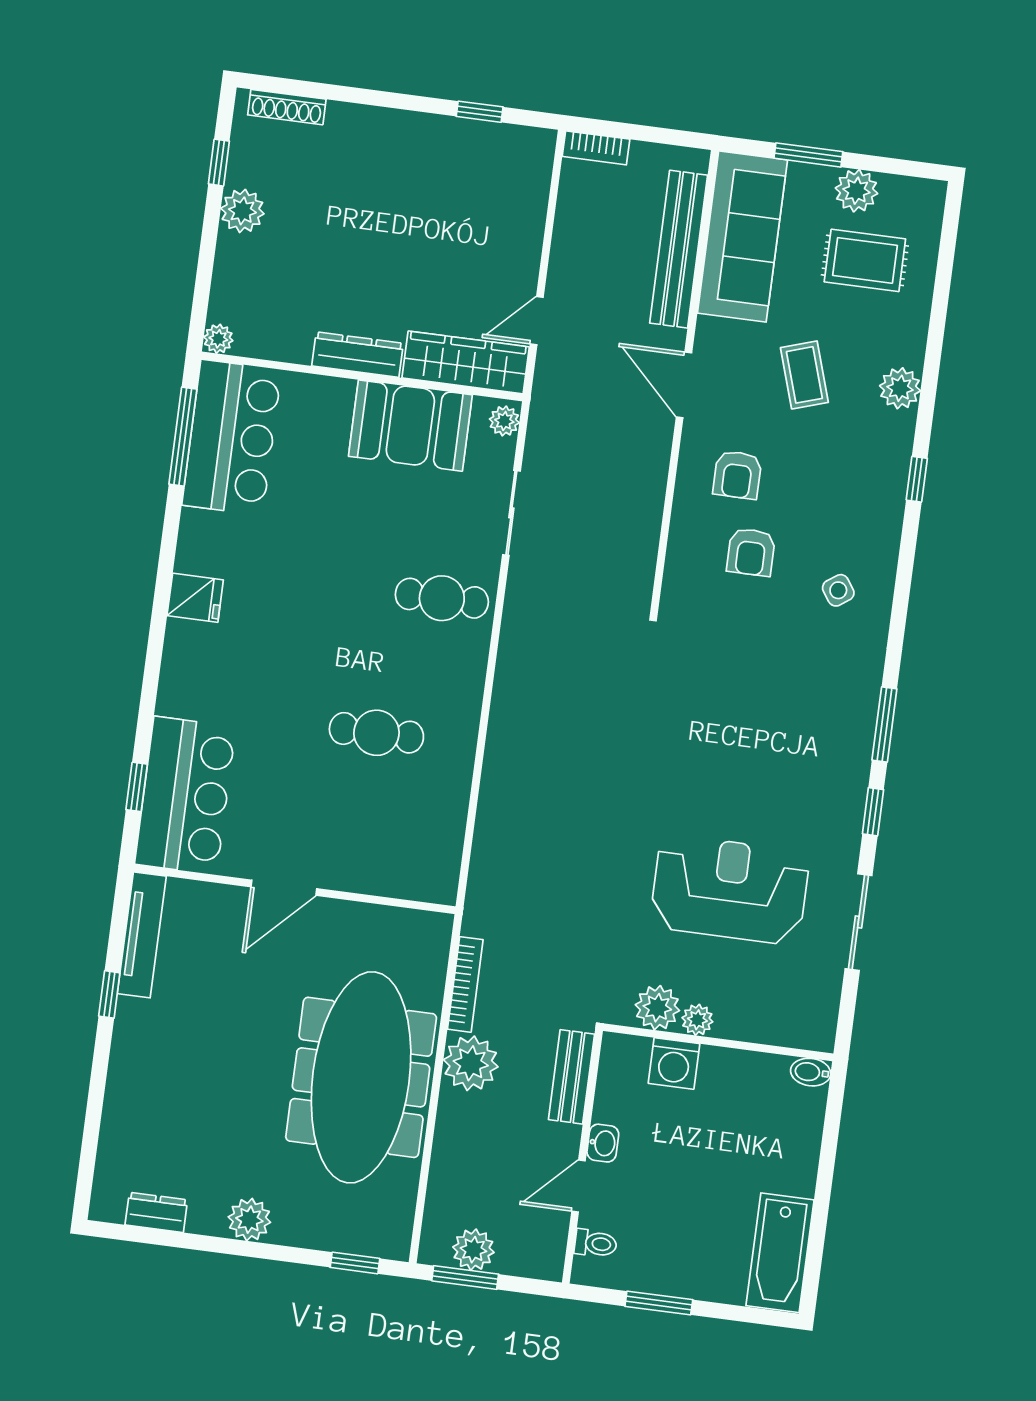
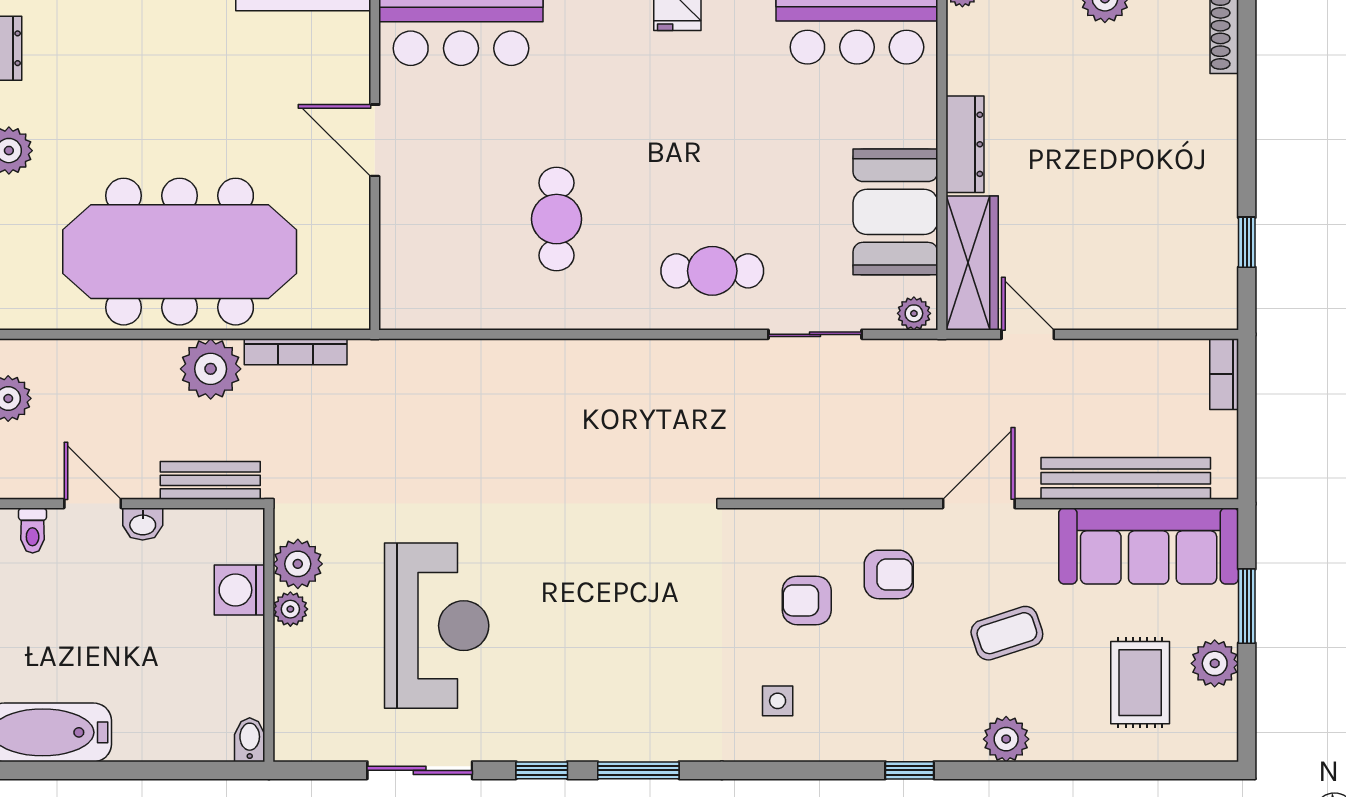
armchair: (737, 475) -> (889, 574), turned 180
side table: (838, 590) -> (778, 701), turned 35
cafe table: (442, 598) -> (712, 271), turned 90

